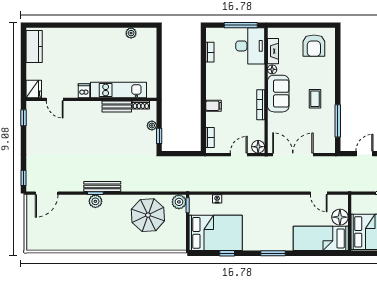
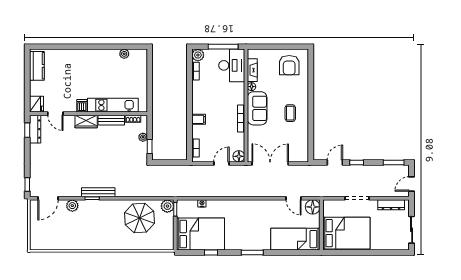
plant: (213, 34) -> (198, 55), added
wardrobe: (89, 108) -> (86, 121), added
dresser: (32, 117) -> (35, 129), added
window: (338, 121) -> (311, 133), removed
plant: (95, 201) -> (72, 206), moved
floor lamp: (340, 217) -> (313, 207), moved

